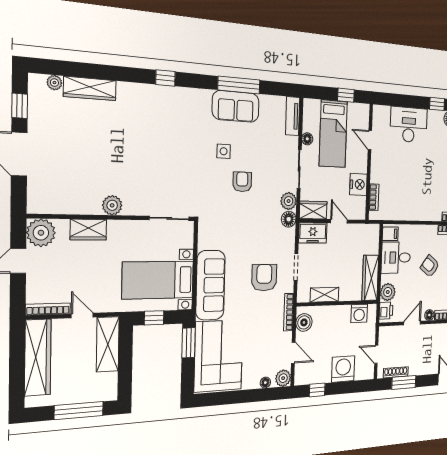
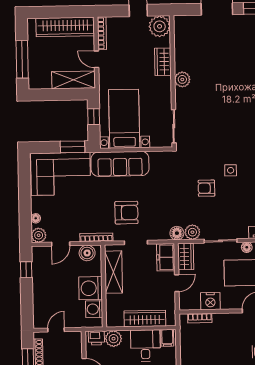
armchair: (242, 182) -> (206, 188), turned 180
wardrobe: (370, 278) -> (145, 318), moved
shelving: (324, 295) -> (114, 272), width x1.50, depth x1.33
door: (82, 316) -> (96, 59), swing flipped
washing machine: (343, 369) -> (90, 288), moved, turned 180

